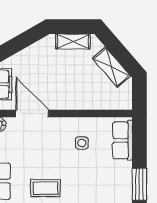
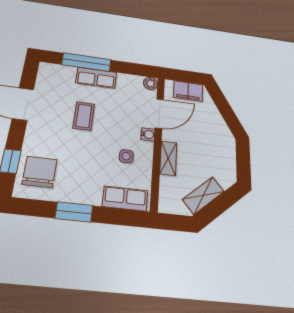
shelving: (73, 41) -> (168, 158), moved
water cooler: (56, 124) -> (148, 134), added

